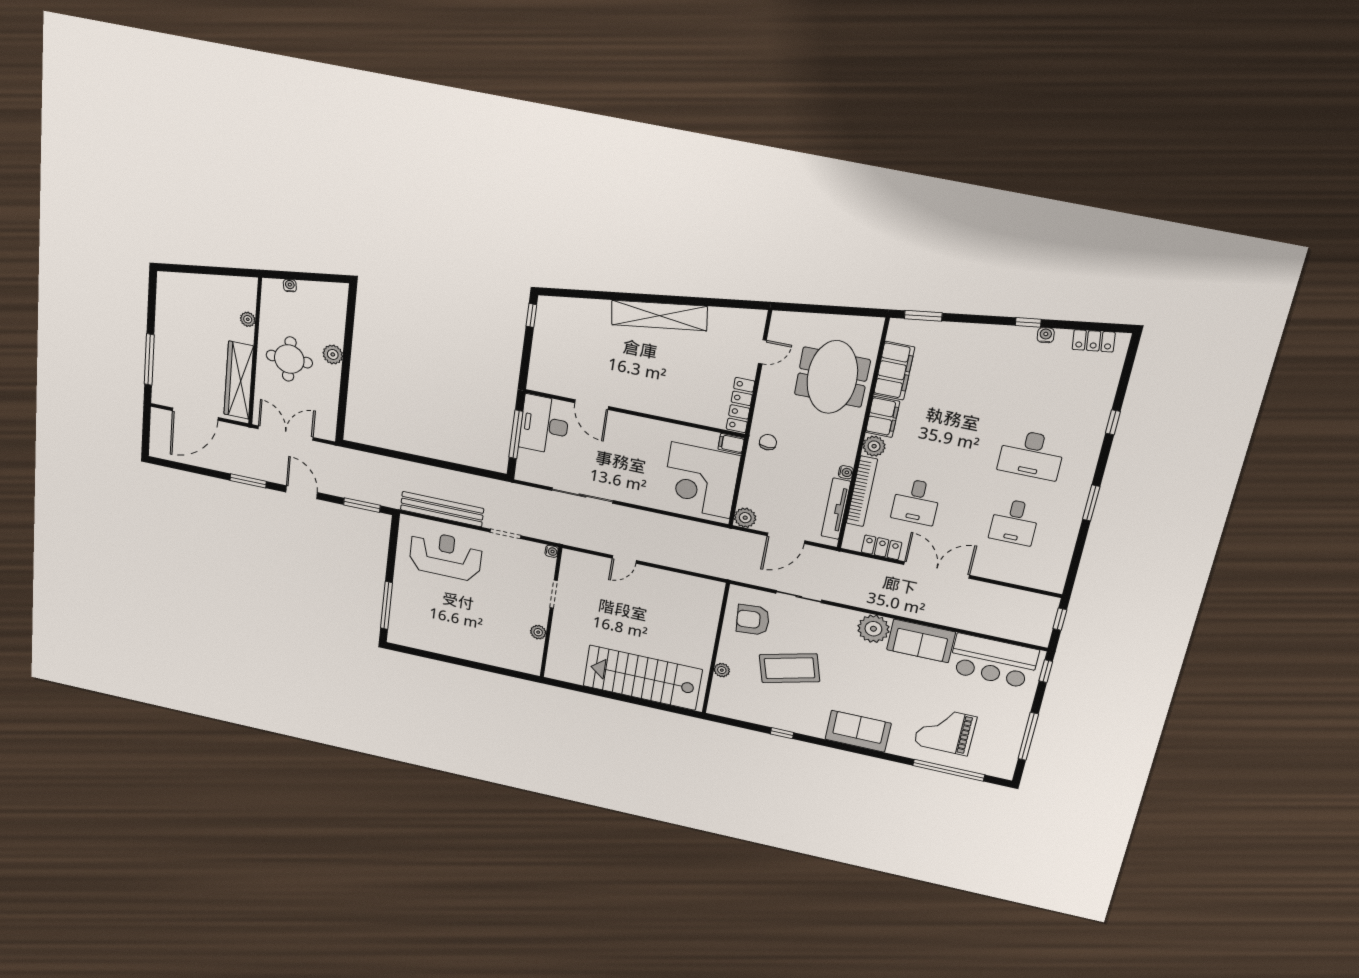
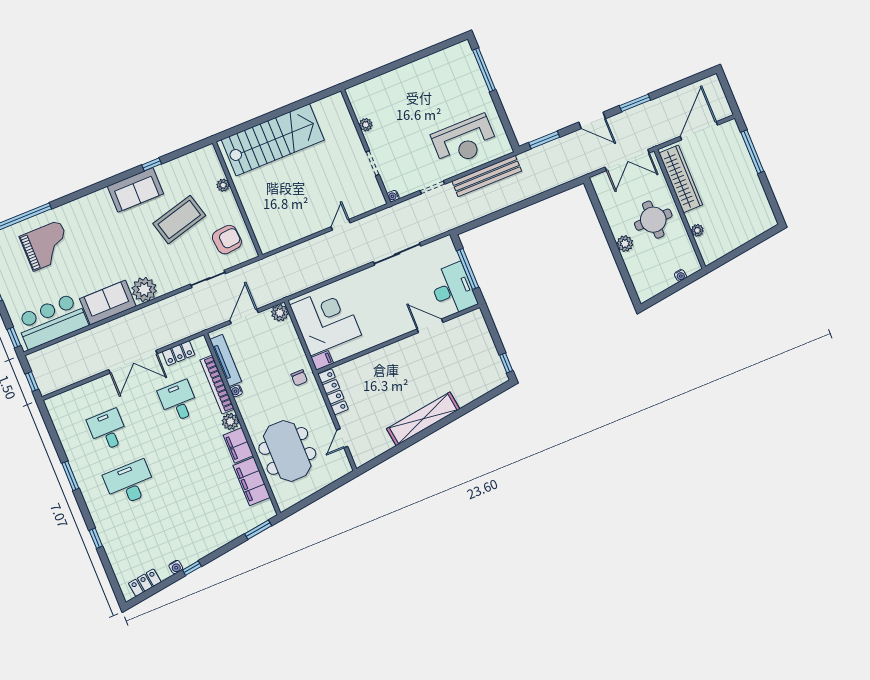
sofa: (858, 731) -> (135, 190), moved

